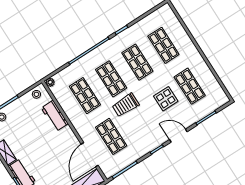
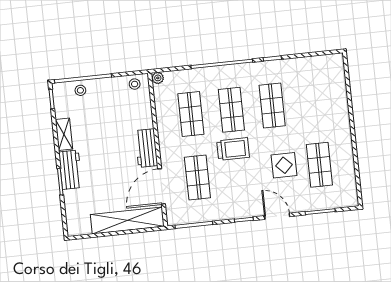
shop shelf: (163, 45) -> (313, 101), removed
trolley: (126, 105) -> (233, 149), turned 180
workbench: (55, 116) -> (146, 148), moved

